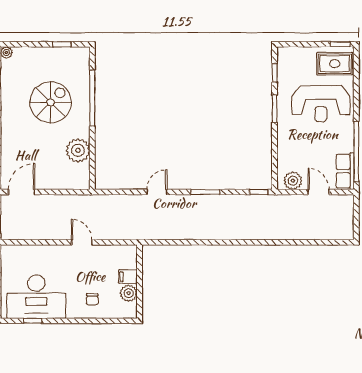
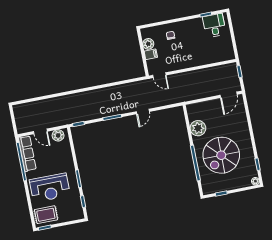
spiral stairs: (51, 102) -> (221, 155), width x1.37, depth x1.37
reception desk: (321, 104) -> (50, 188), turned 180
row of seats: (345, 171) -> (27, 154), width x1.48
door: (82, 242) -> (159, 75), moved
desk: (36, 297) -> (214, 25), width x0.53, depth x0.77

